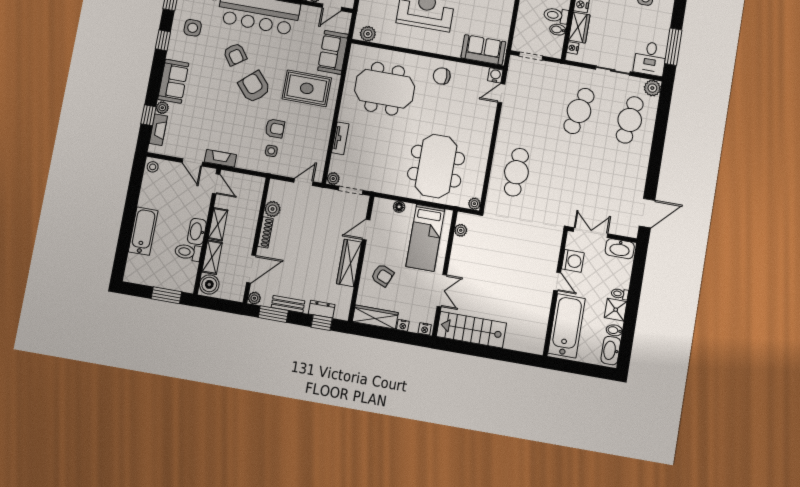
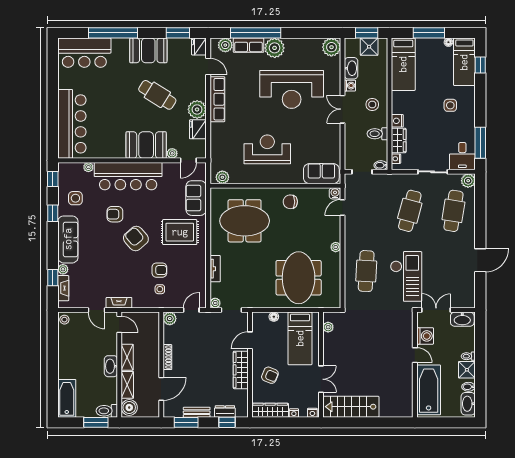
bidet: (558, 30) -> (381, 165), moved
armchair: (235, 54) -> (115, 214), turned 125
sofa: (173, 81) -> (68, 239), width x1.36
checkout: (562, 187) -> (406, 276), added
plant: (474, 204) -> (336, 247), moved
plant: (272, 209) -> (170, 319), moved
door: (647, 213) -> (480, 260), moved
bathtub: (143, 231) -> (67, 398), moved
toilet: (188, 252) -> (107, 411), moved
plant: (254, 298) -> (168, 412), removed

